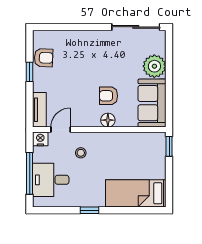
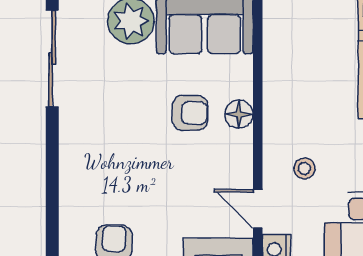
armchair: (109, 96) -> (190, 113), turned -90

